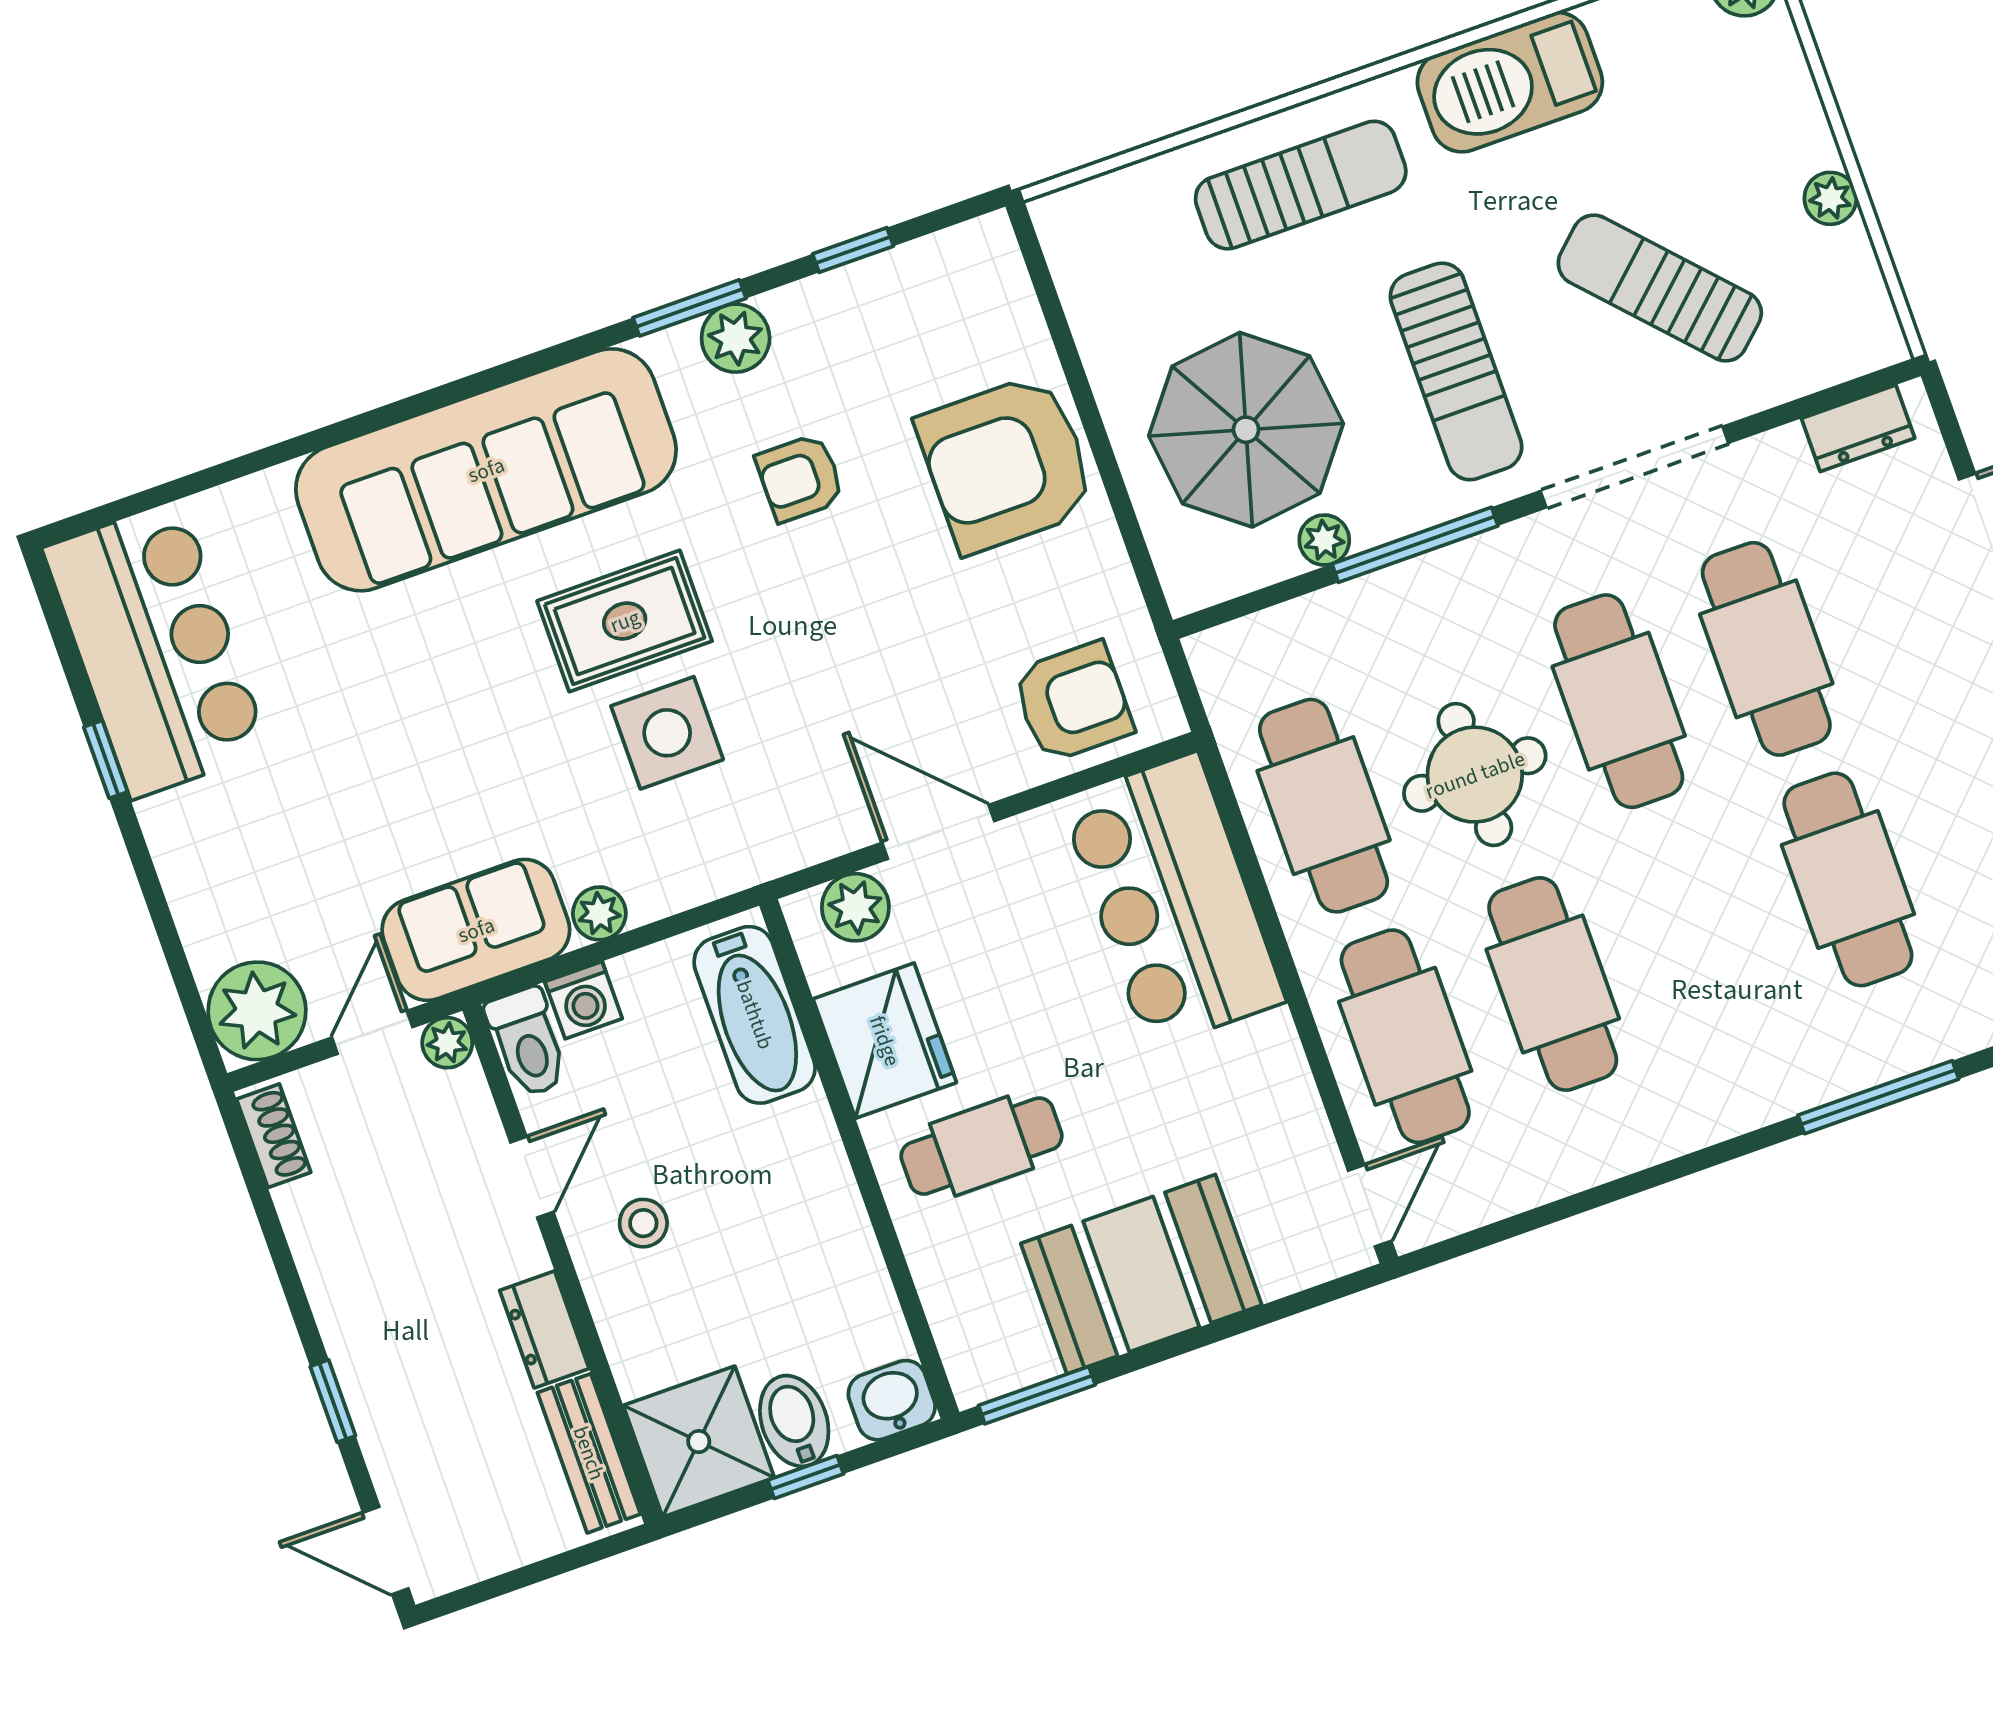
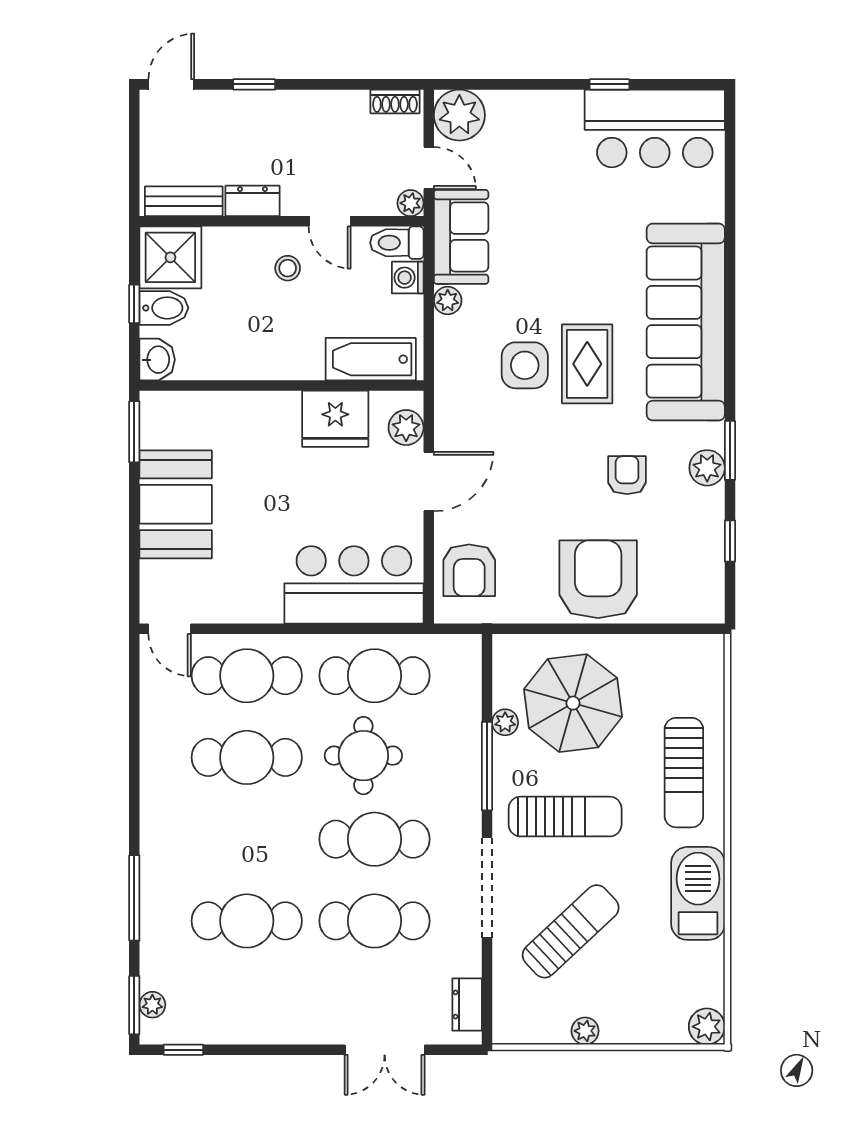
sun lounger: (1456, 371) -> (565, 817), turned 180
cafe table: (981, 1146) -> (267, 448), removed

